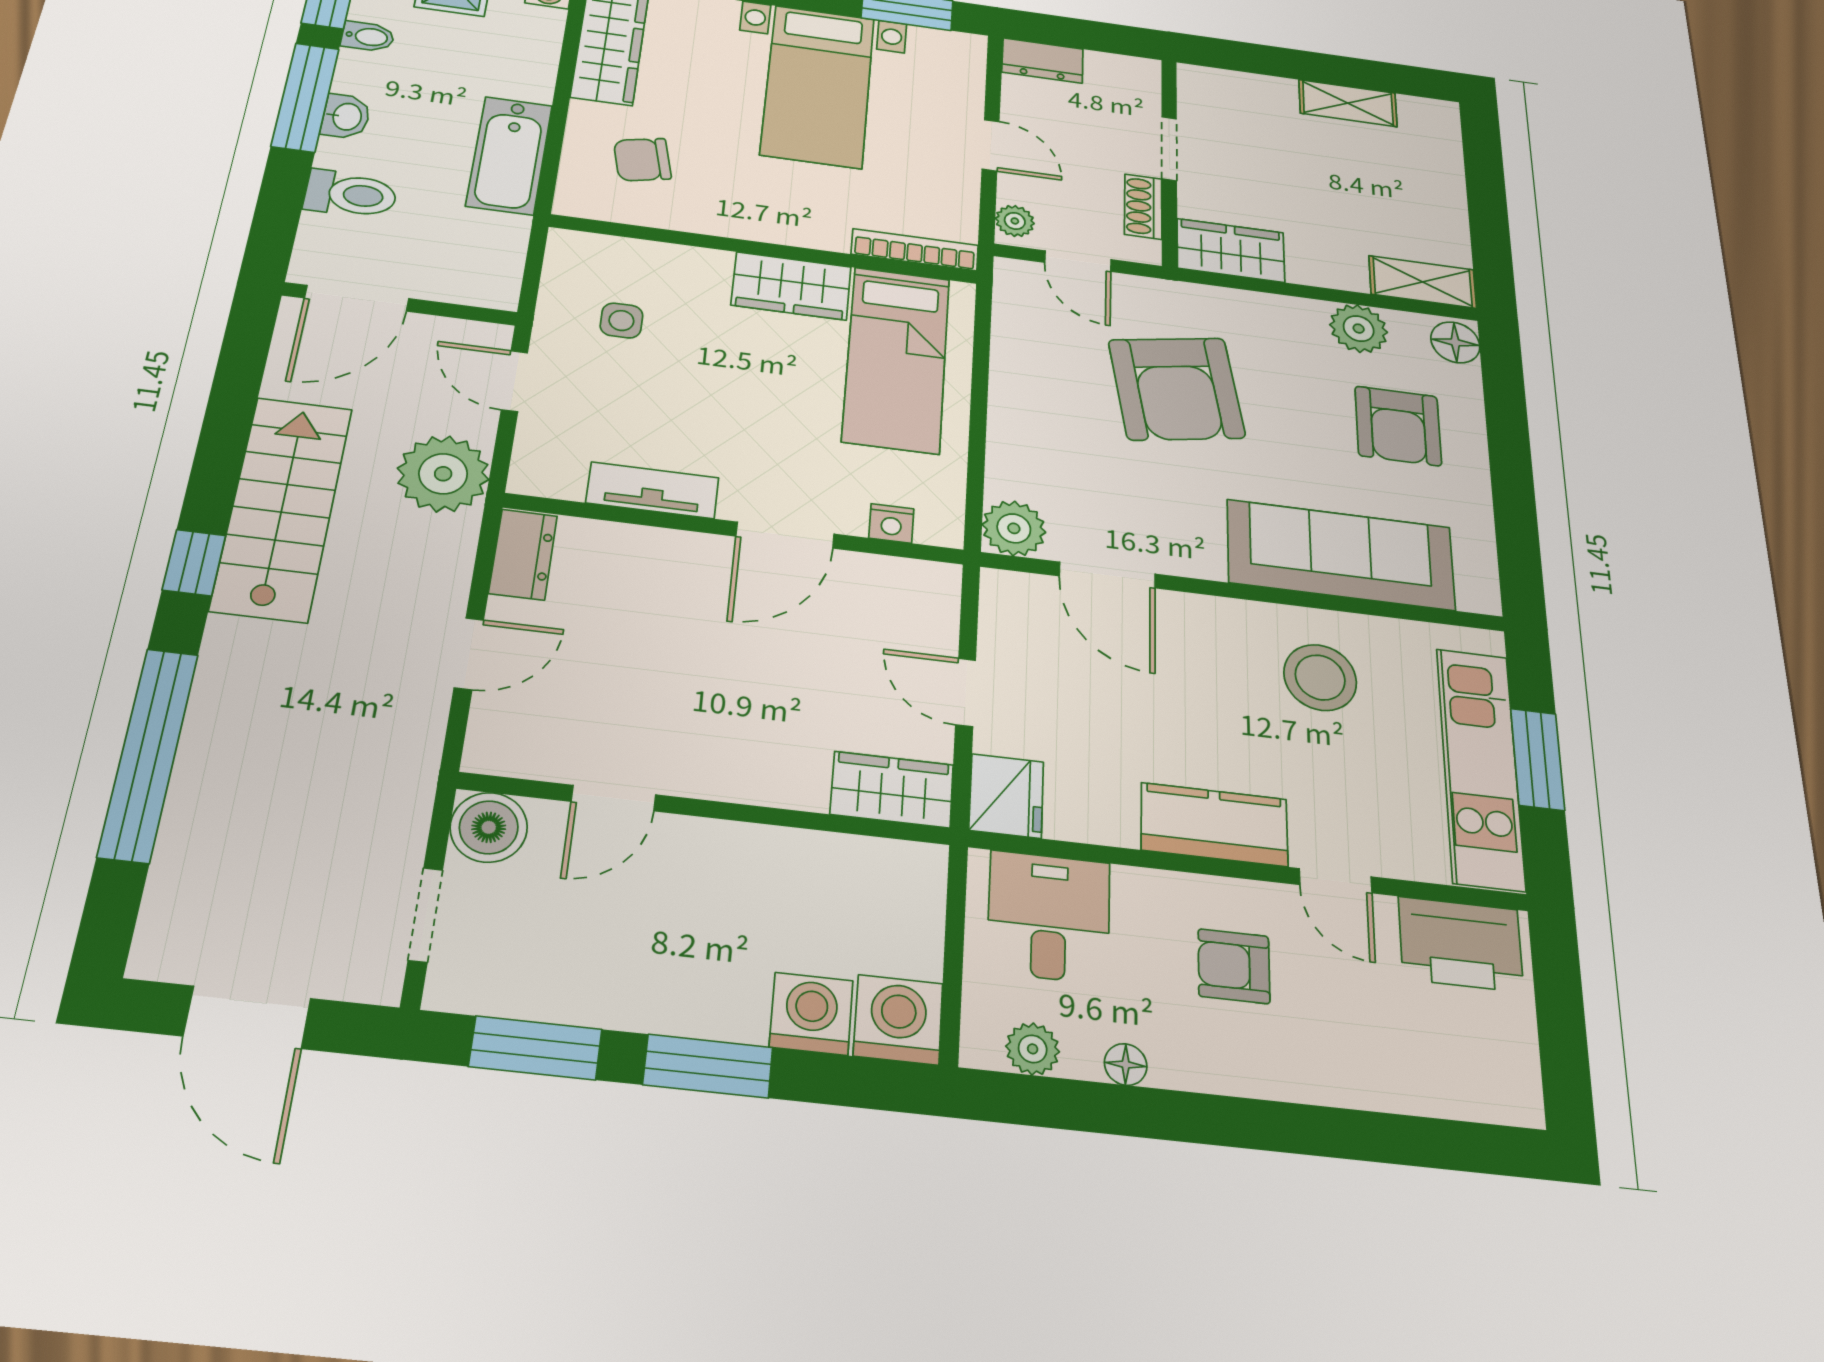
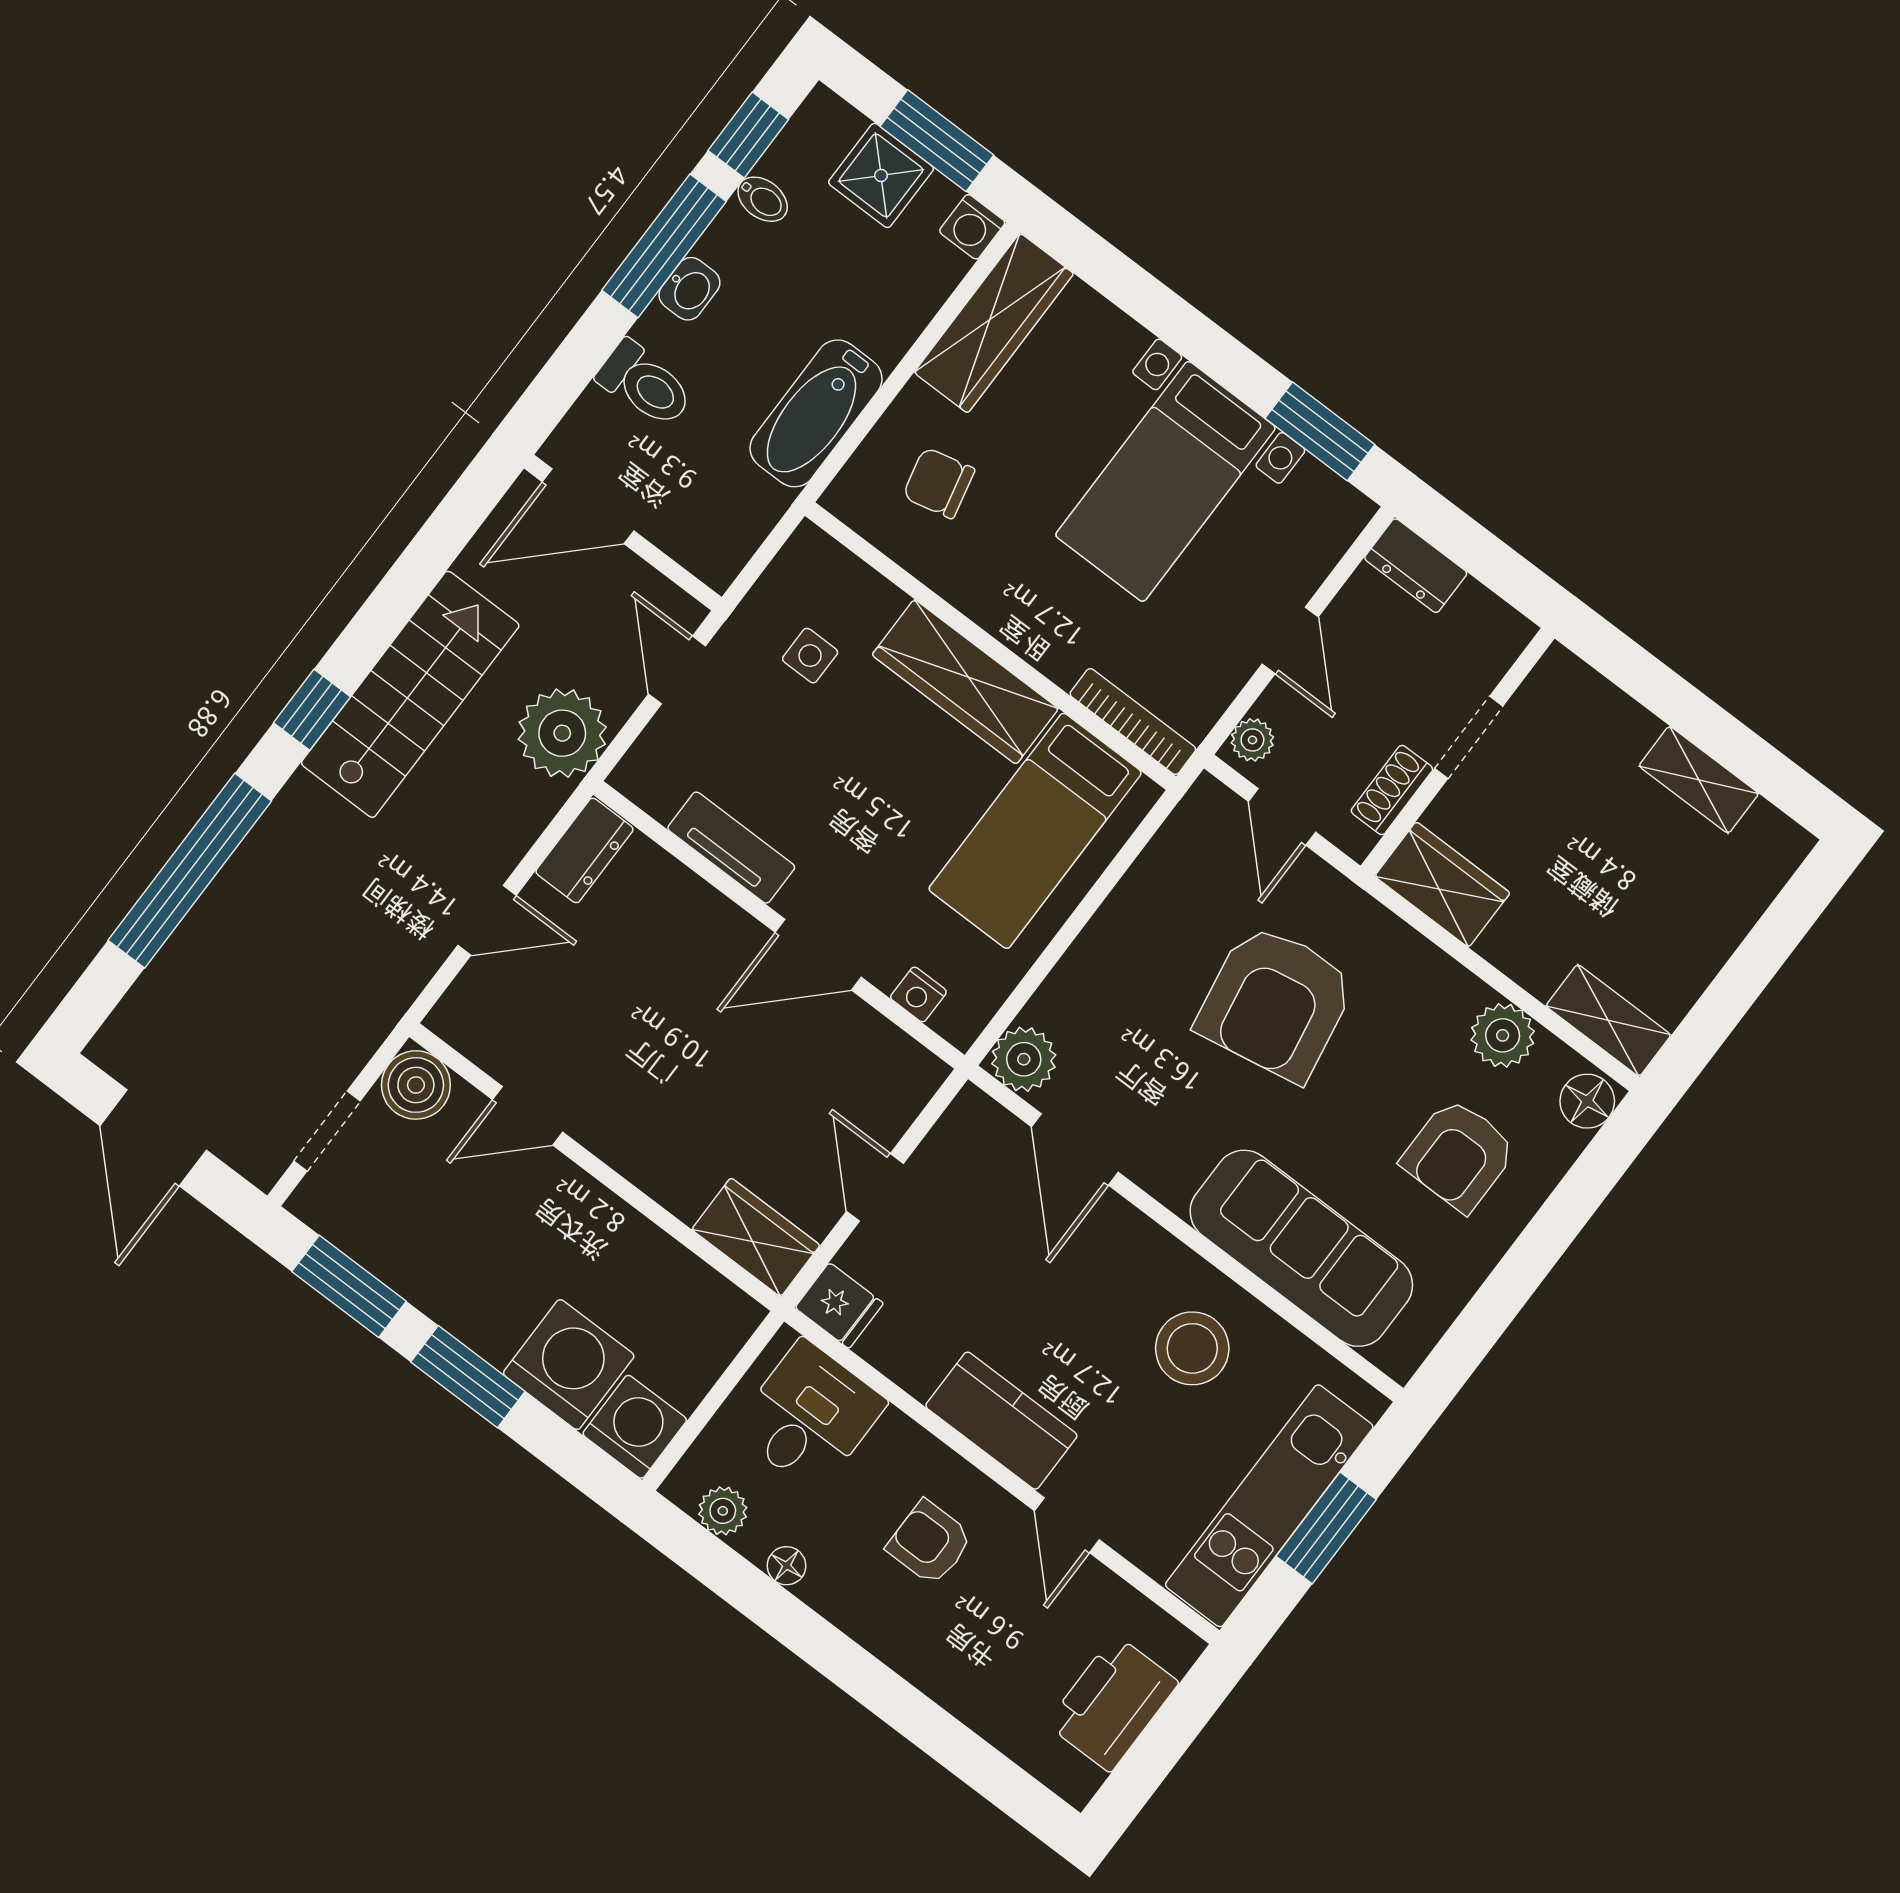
wardrobe: (791, 286) -> (965, 682), width x1.50
fridge: (1006, 796) -> (839, 1305), width x0.72
printer: (1461, 944) -> (1112, 1703), moved, turned 90
washing machine: (811, 1014) -> (569, 1365), width x1.37, depth x1.37

